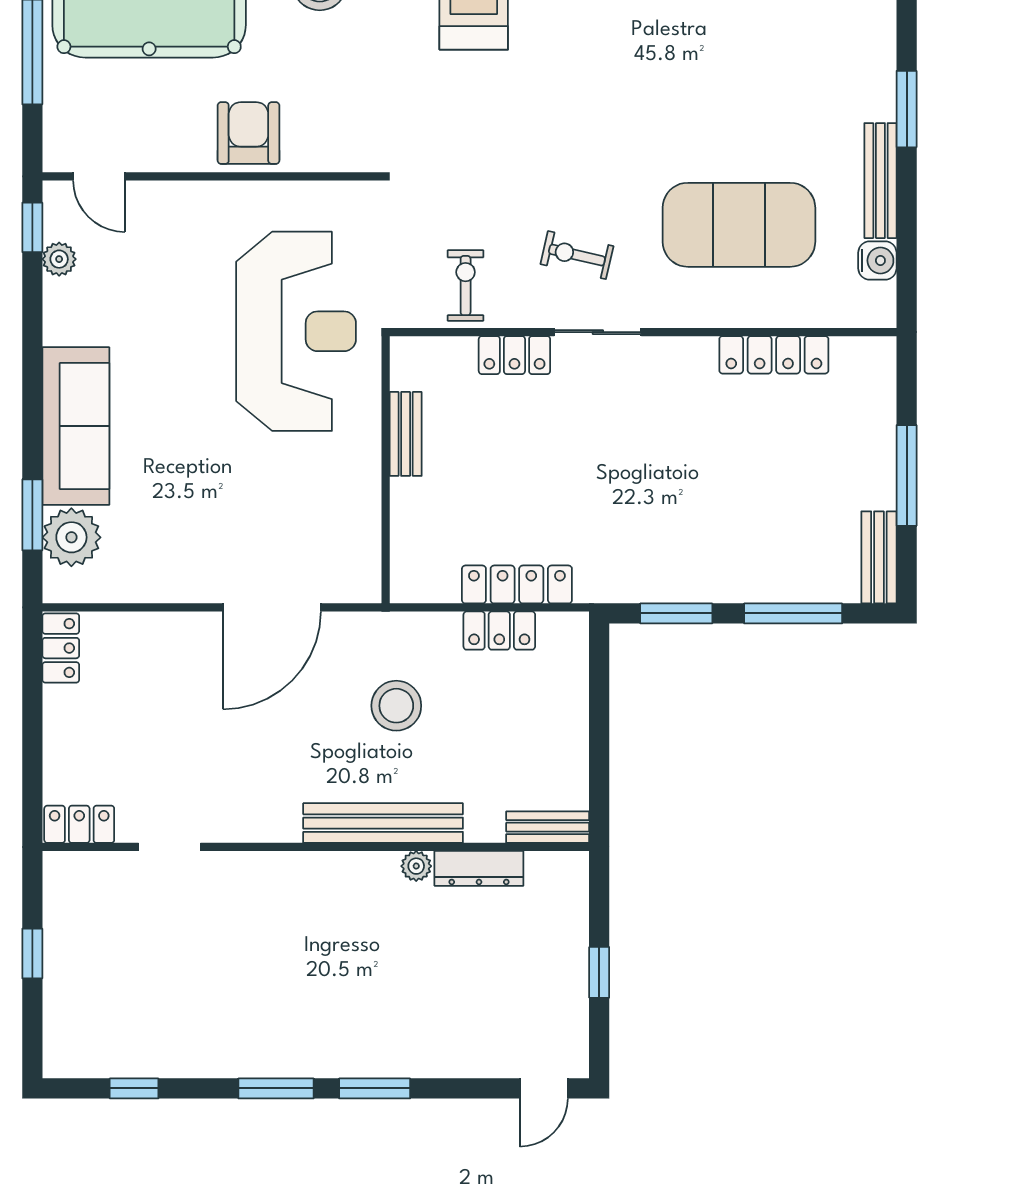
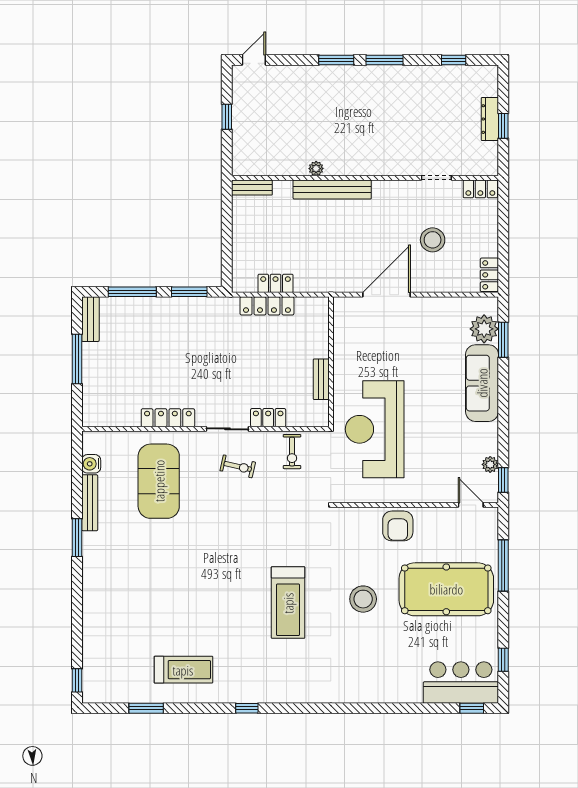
exercise mat: (739, 225) -> (159, 481), turned 90
locker: (774, 355) -> (168, 418), moved
stool: (396, 706) -> (433, 240), moved
dresser: (479, 868) -> (490, 119), moved, turned -90

